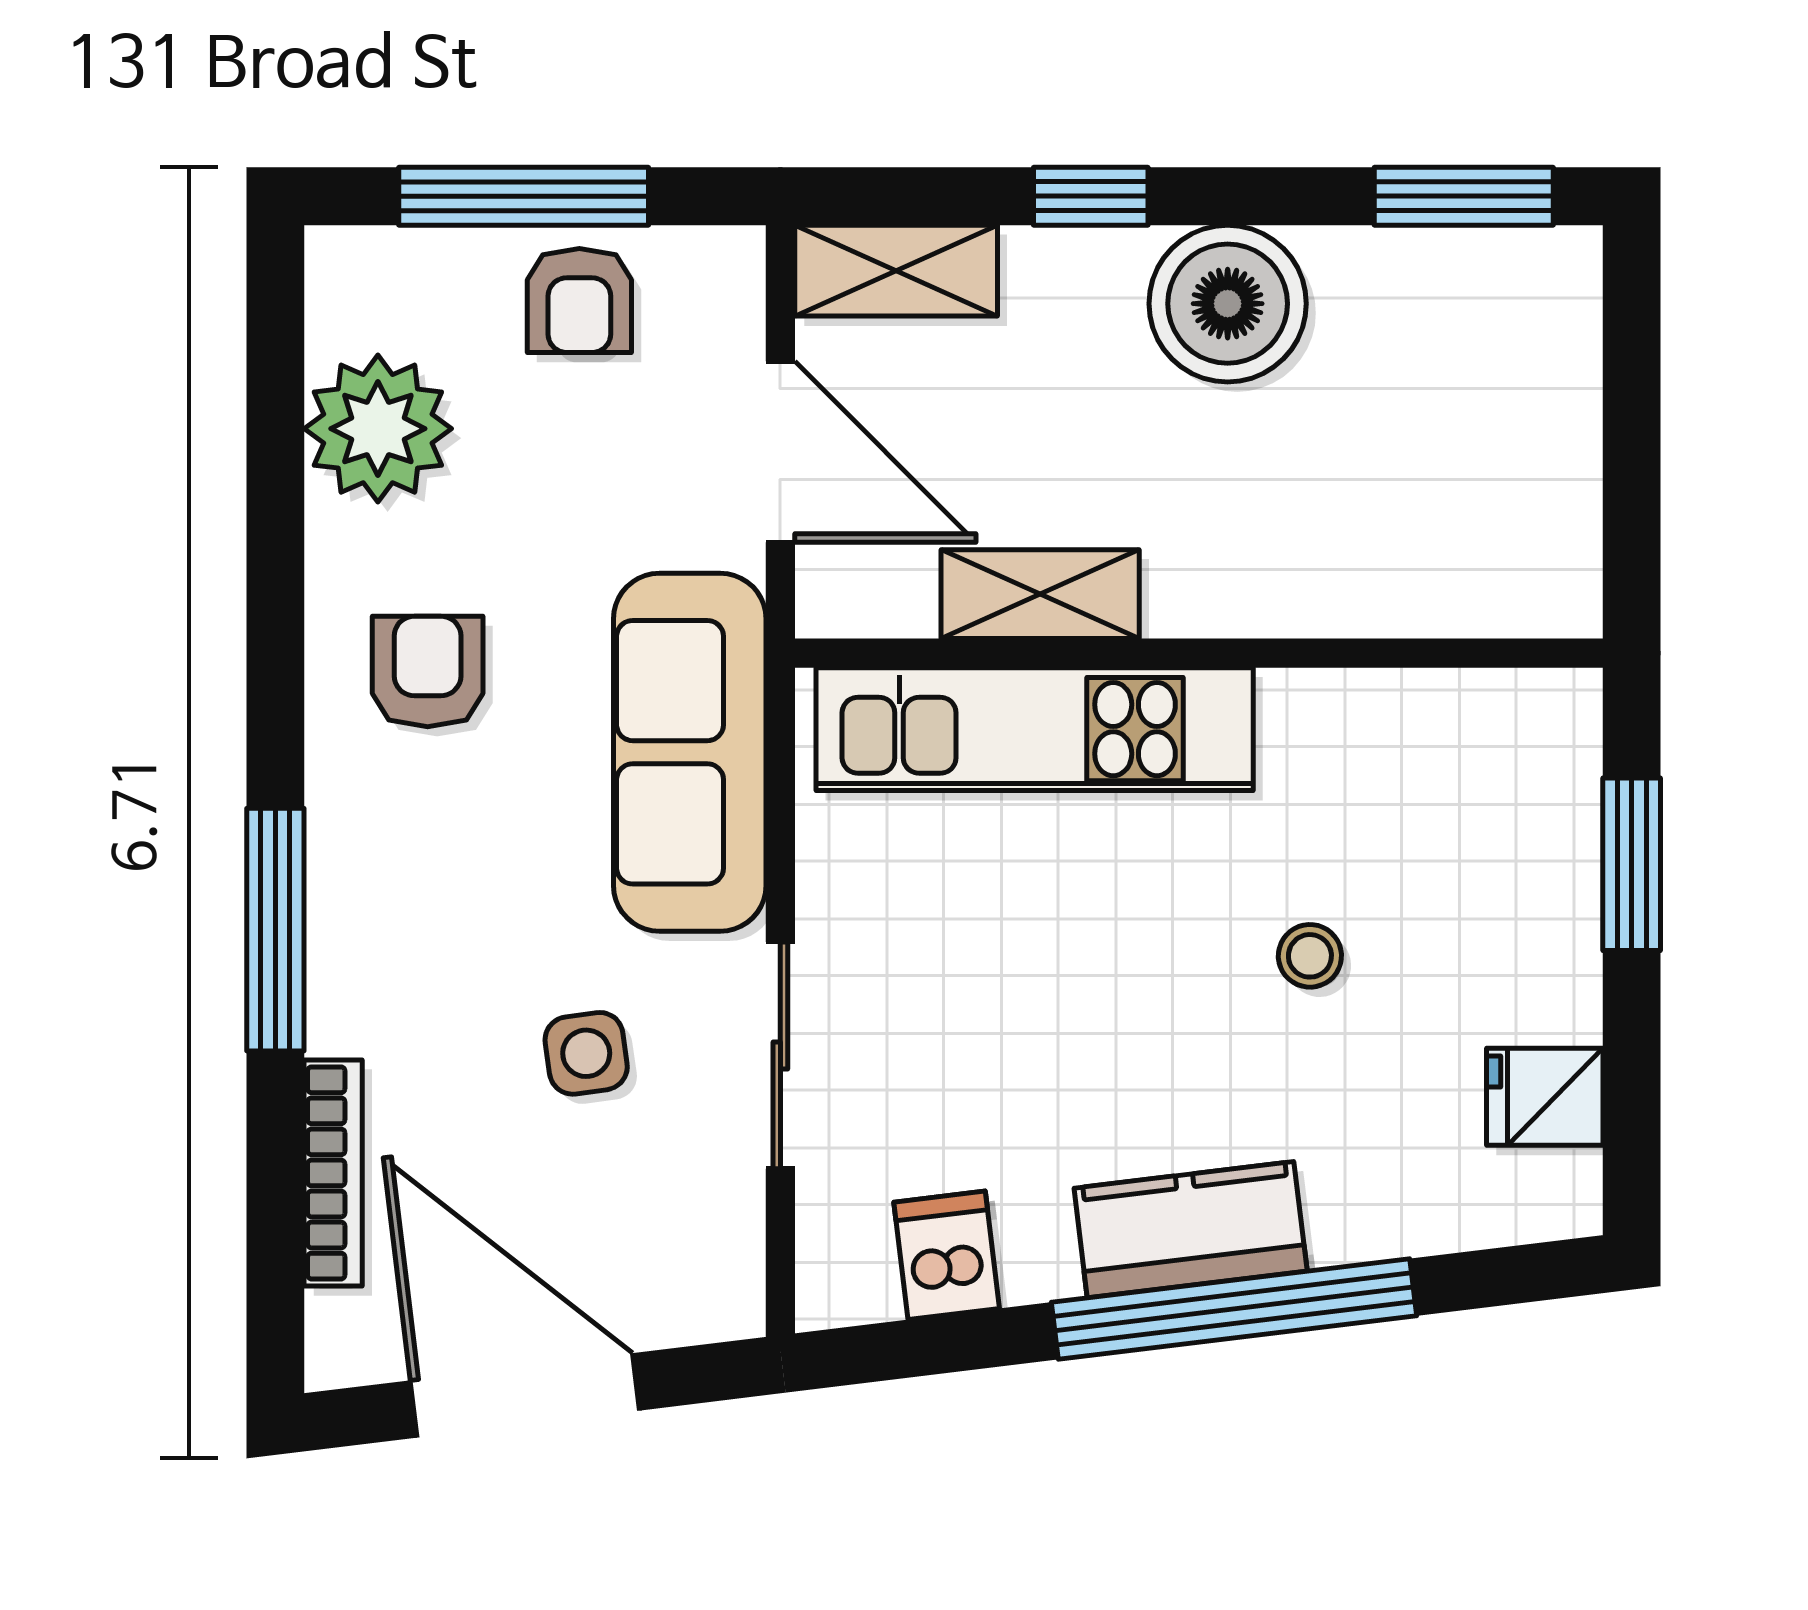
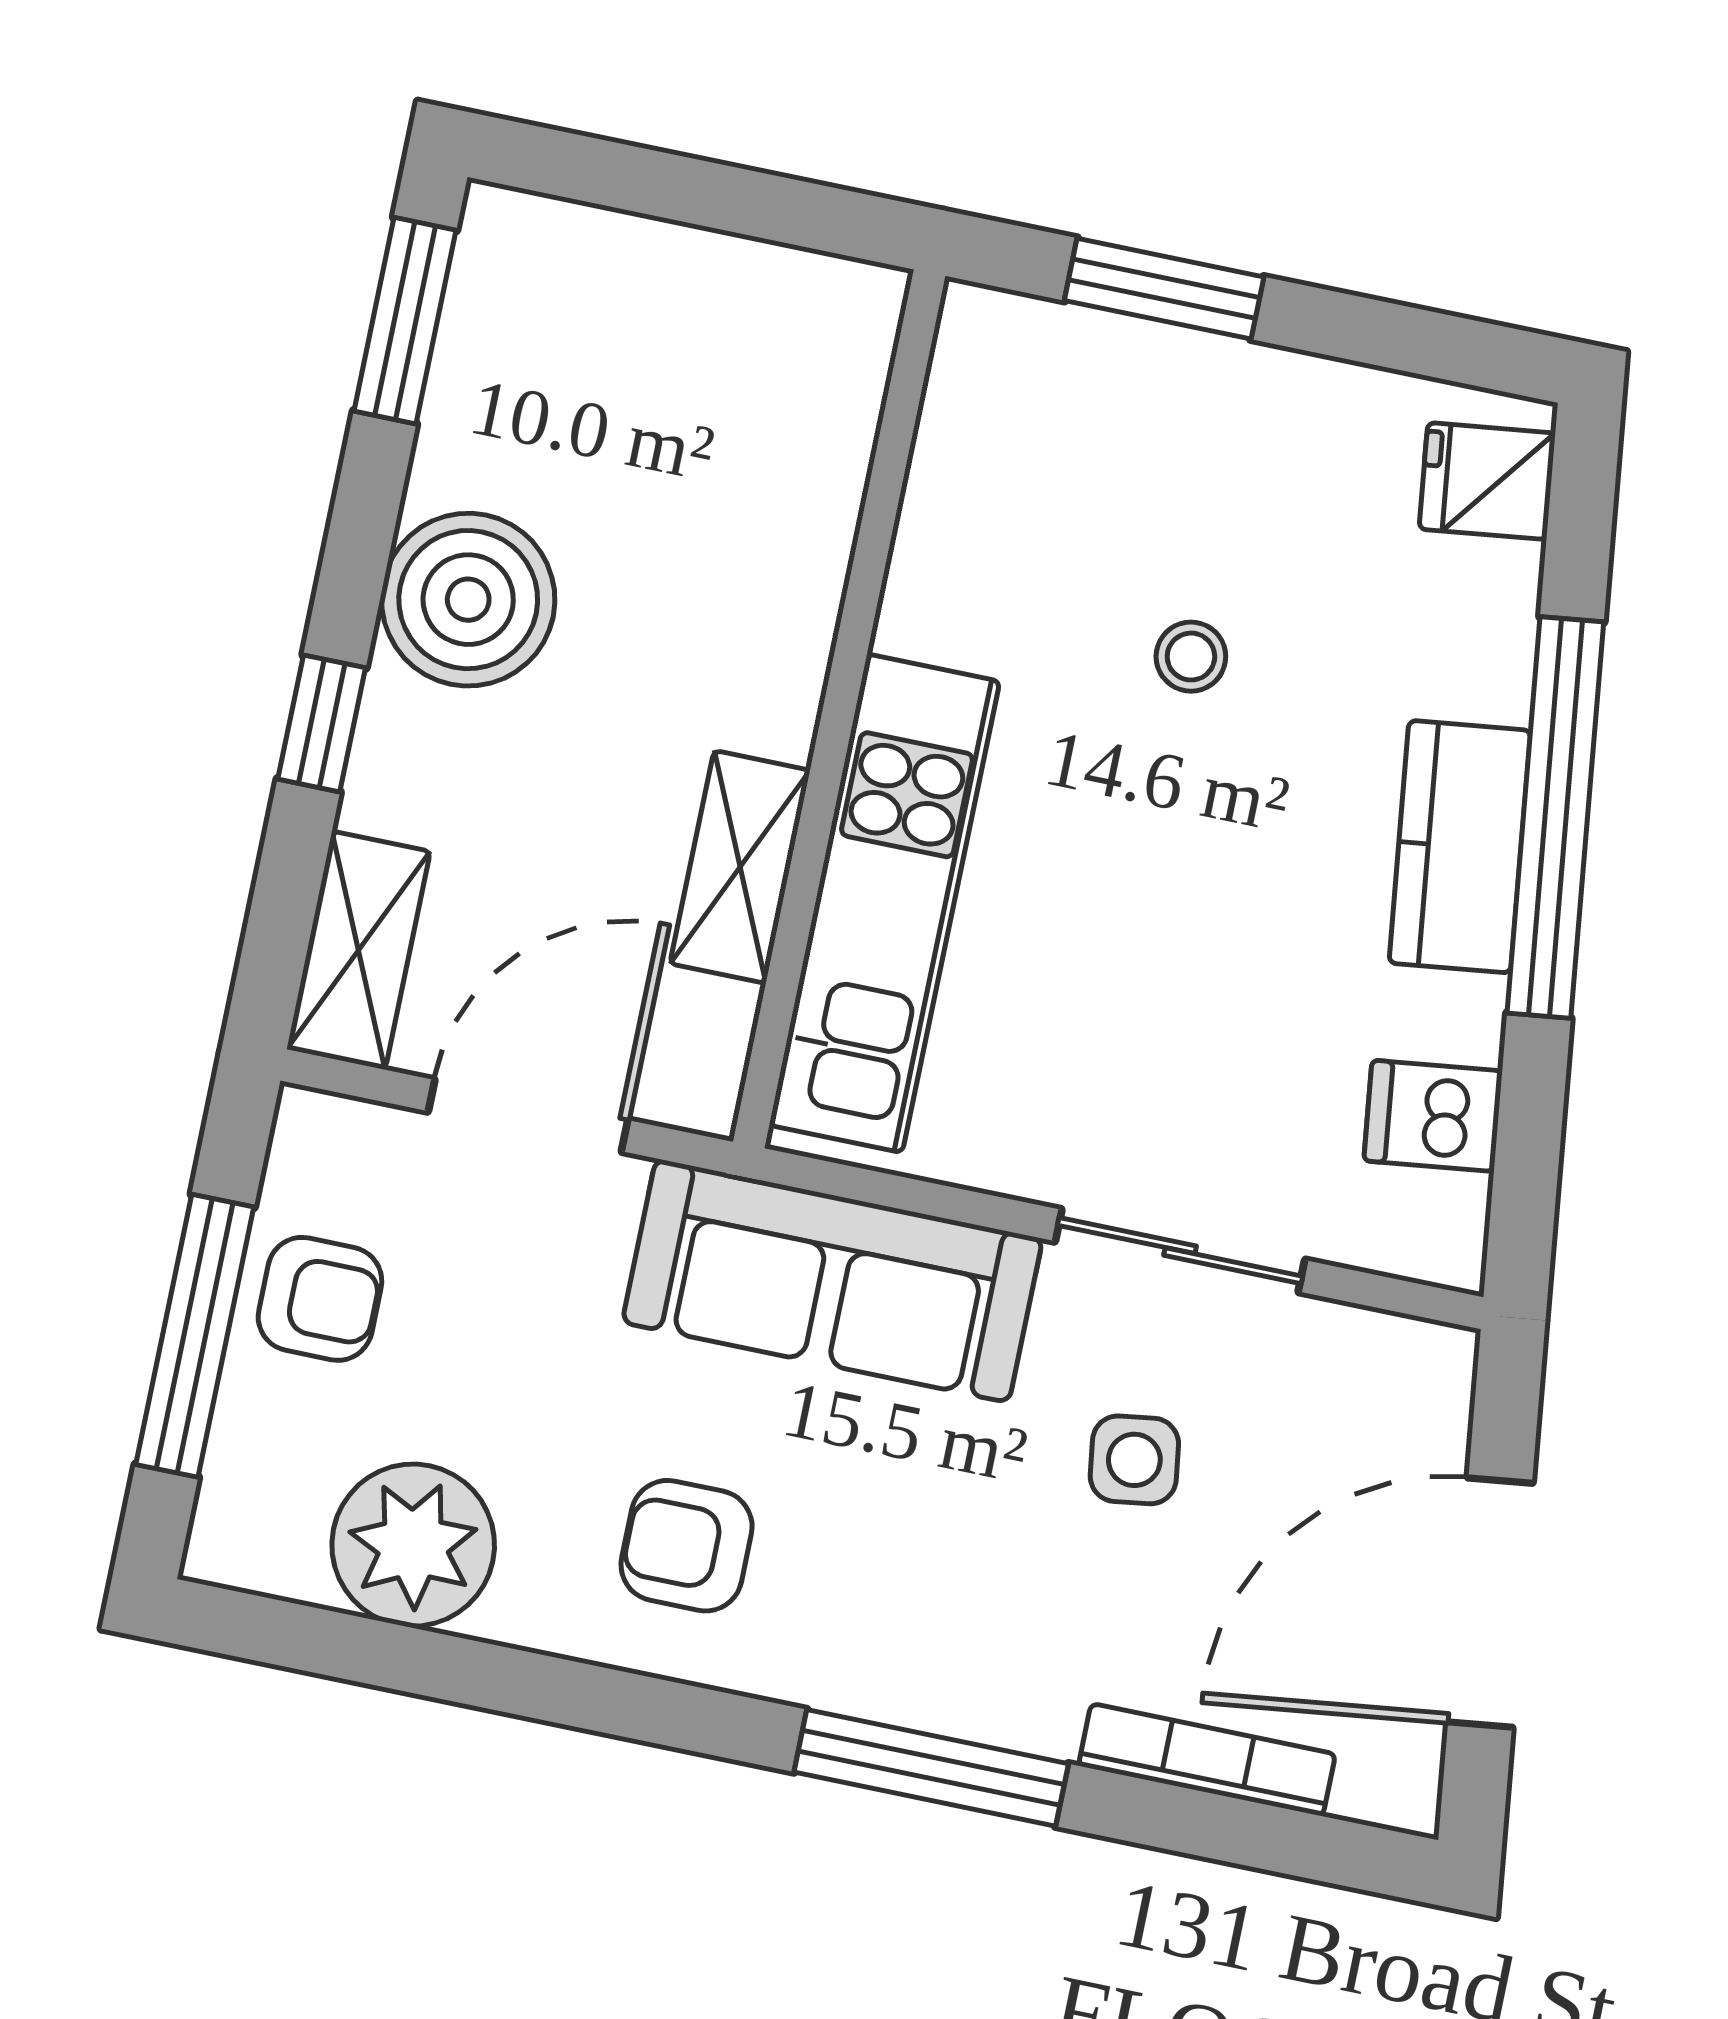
fridge: (1545, 1097) -> (1487, 481), moved, turned 83

